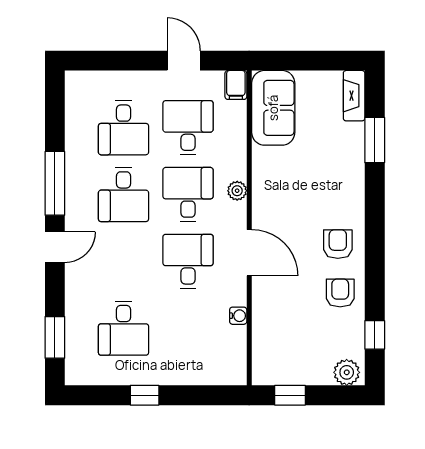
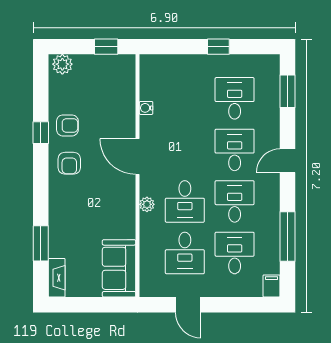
filing cabinet: (236, 85) -> (272, 286), moved
window: (55, 183) -> (288, 236), moved
desk: (188, 261) -> (235, 150), moved, turned 180
armchair: (340, 293) -> (67, 125), turned -90
window: (375, 335) -> (41, 133), moved

